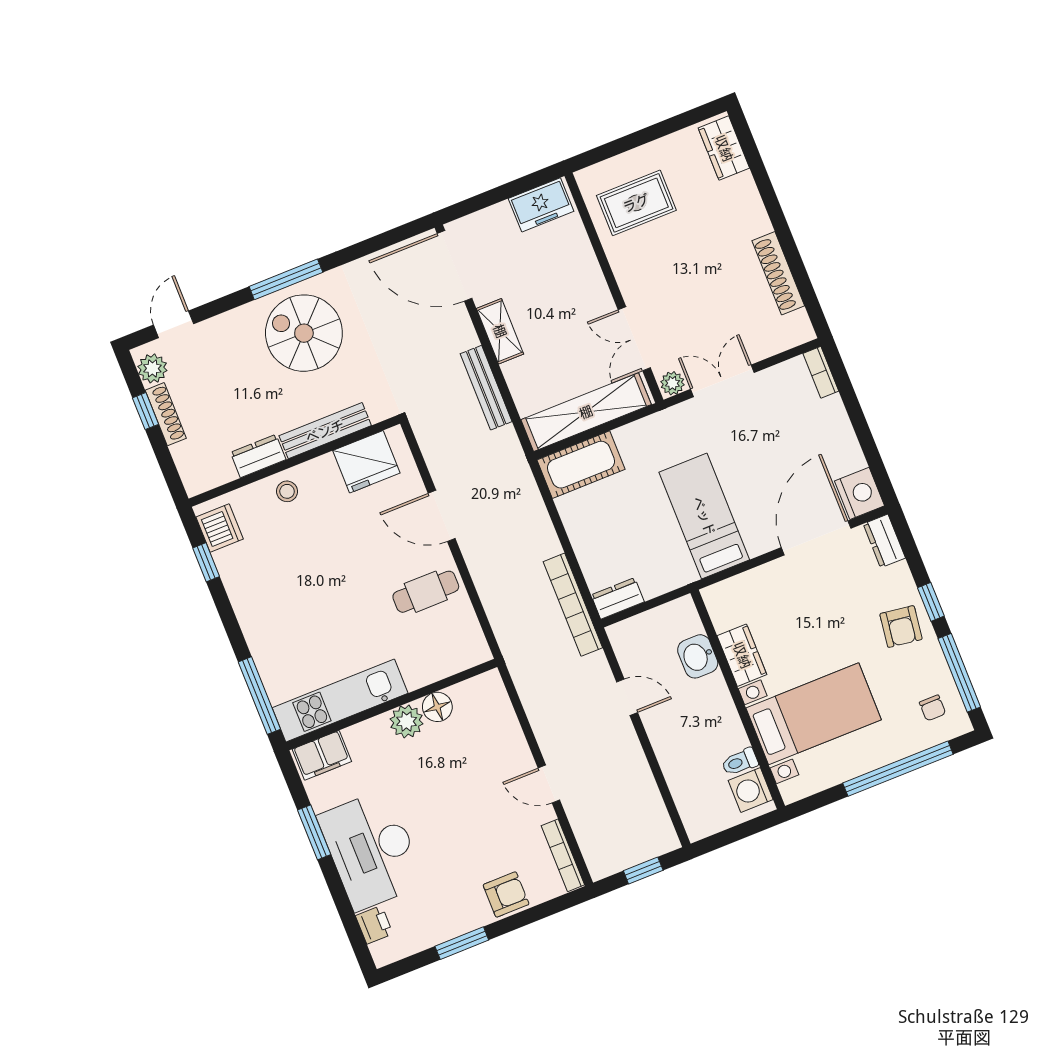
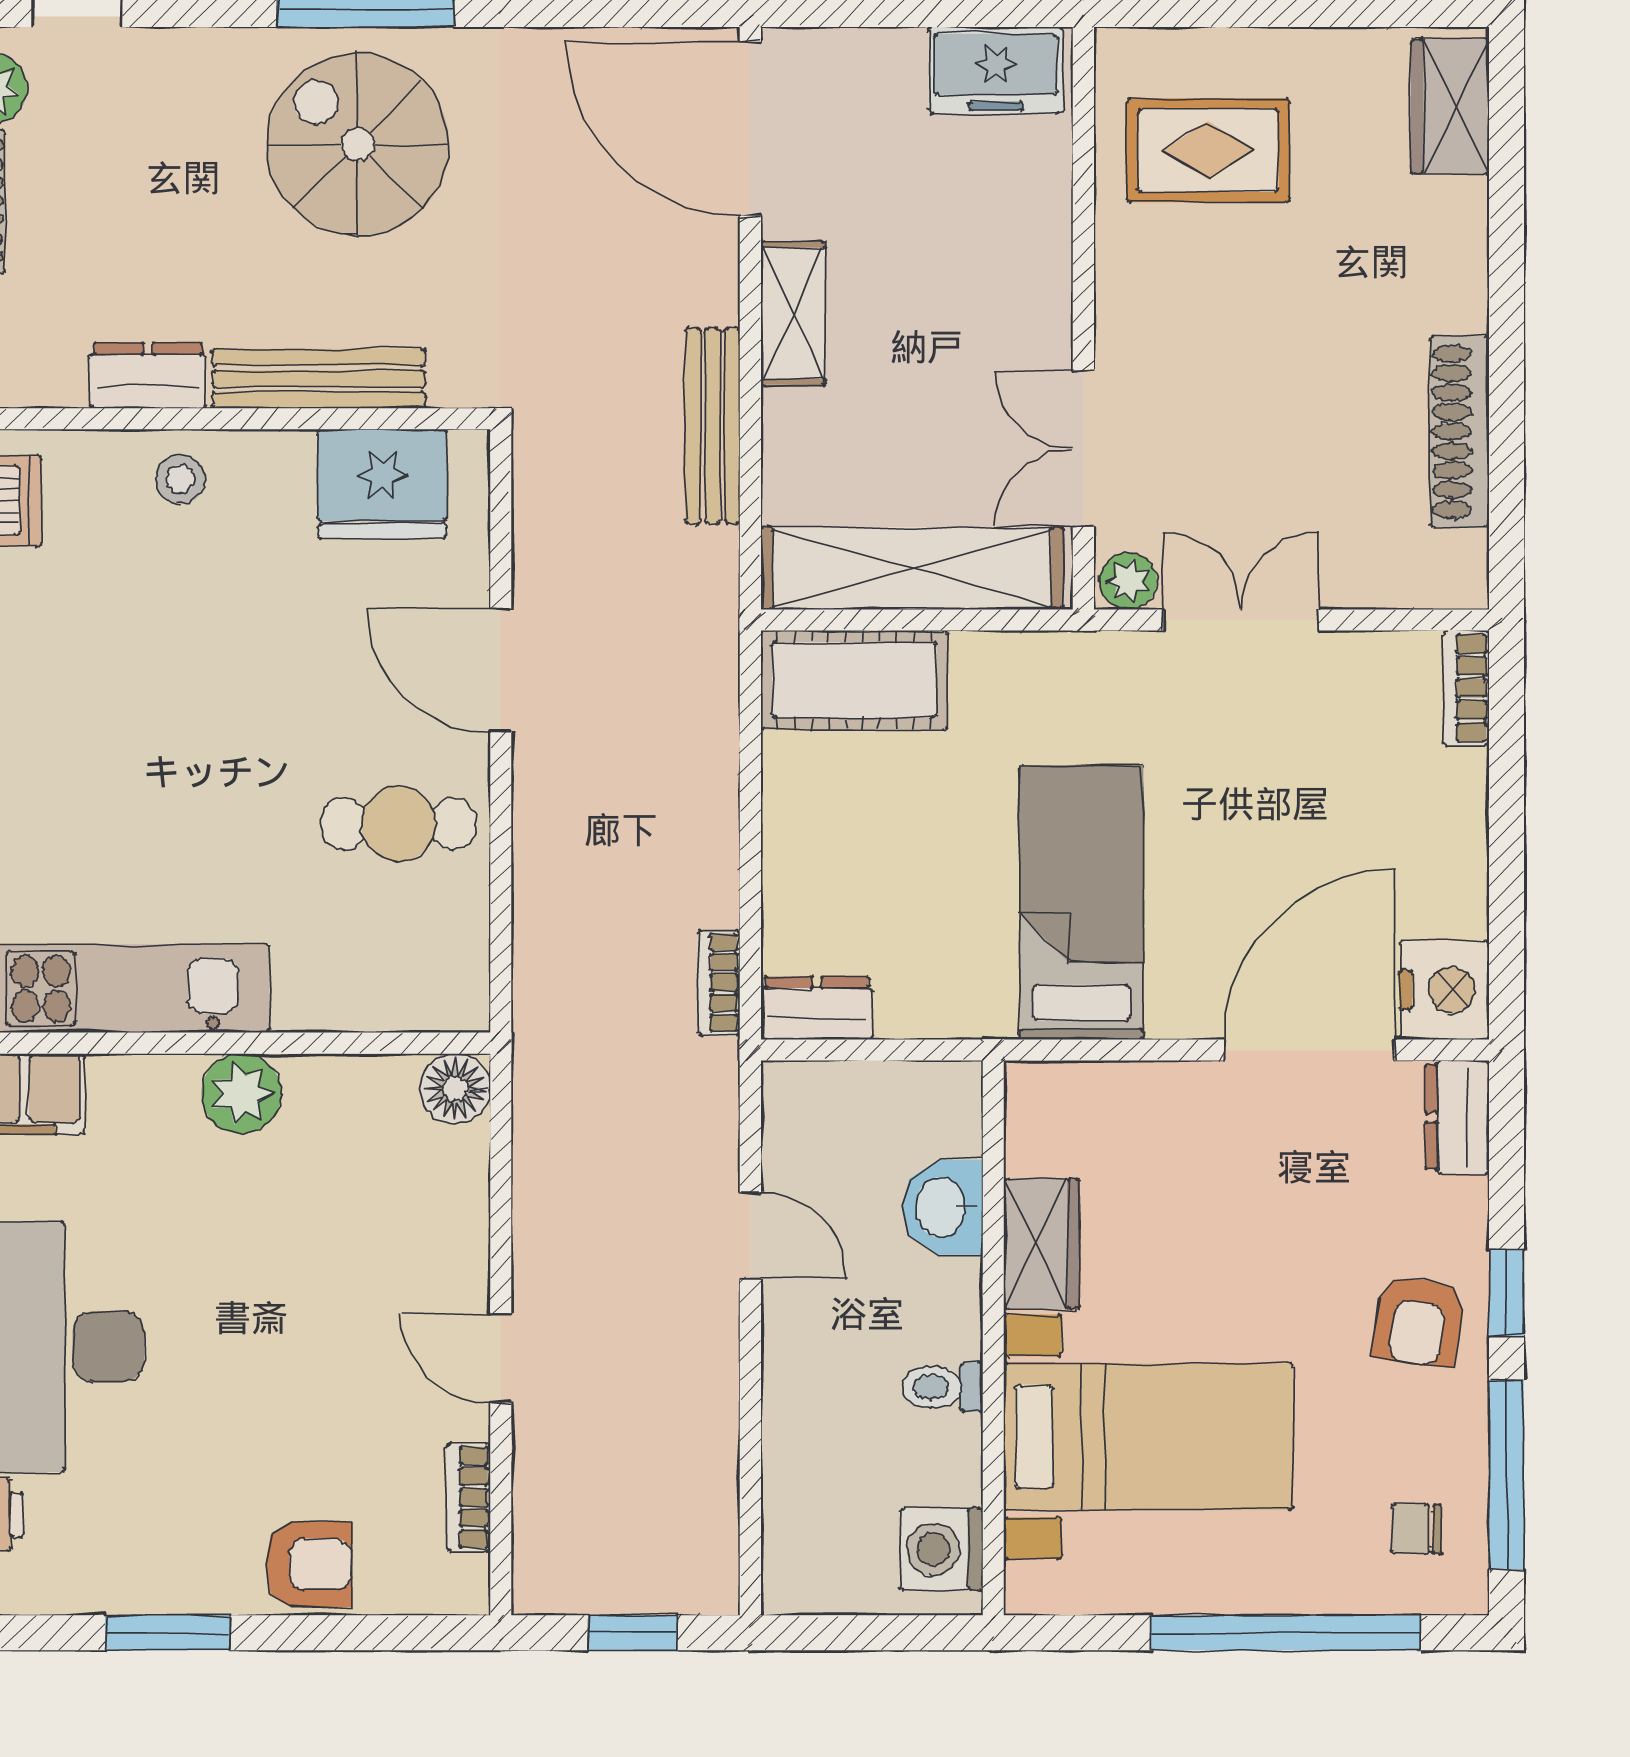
bookcase: (573, 605) -> (719, 983), width x0.43, depth x0.76
floor lamp: (437, 707) -> (455, 1089), moved
chair: (933, 708) -> (1416, 1529), turned 90
toilet: (740, 762) -> (942, 1387), moved
bookcase: (563, 855) -> (469, 1497), width x0.64

